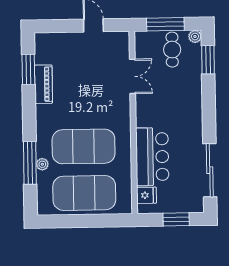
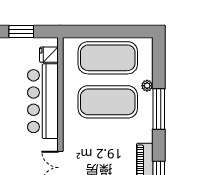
bar counter: (152, 157) -> (43, 101), width x1.36
window: (30, 163) -> (159, 109), moved

